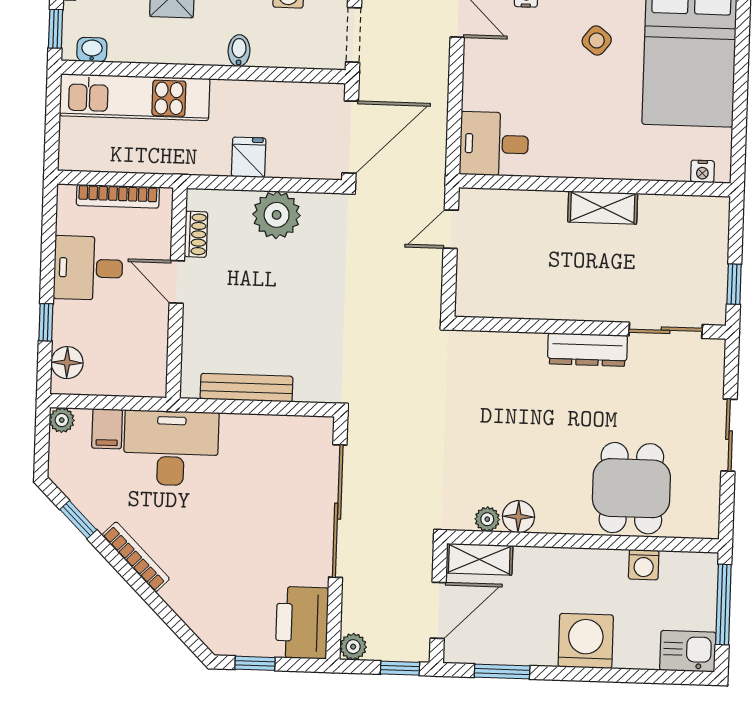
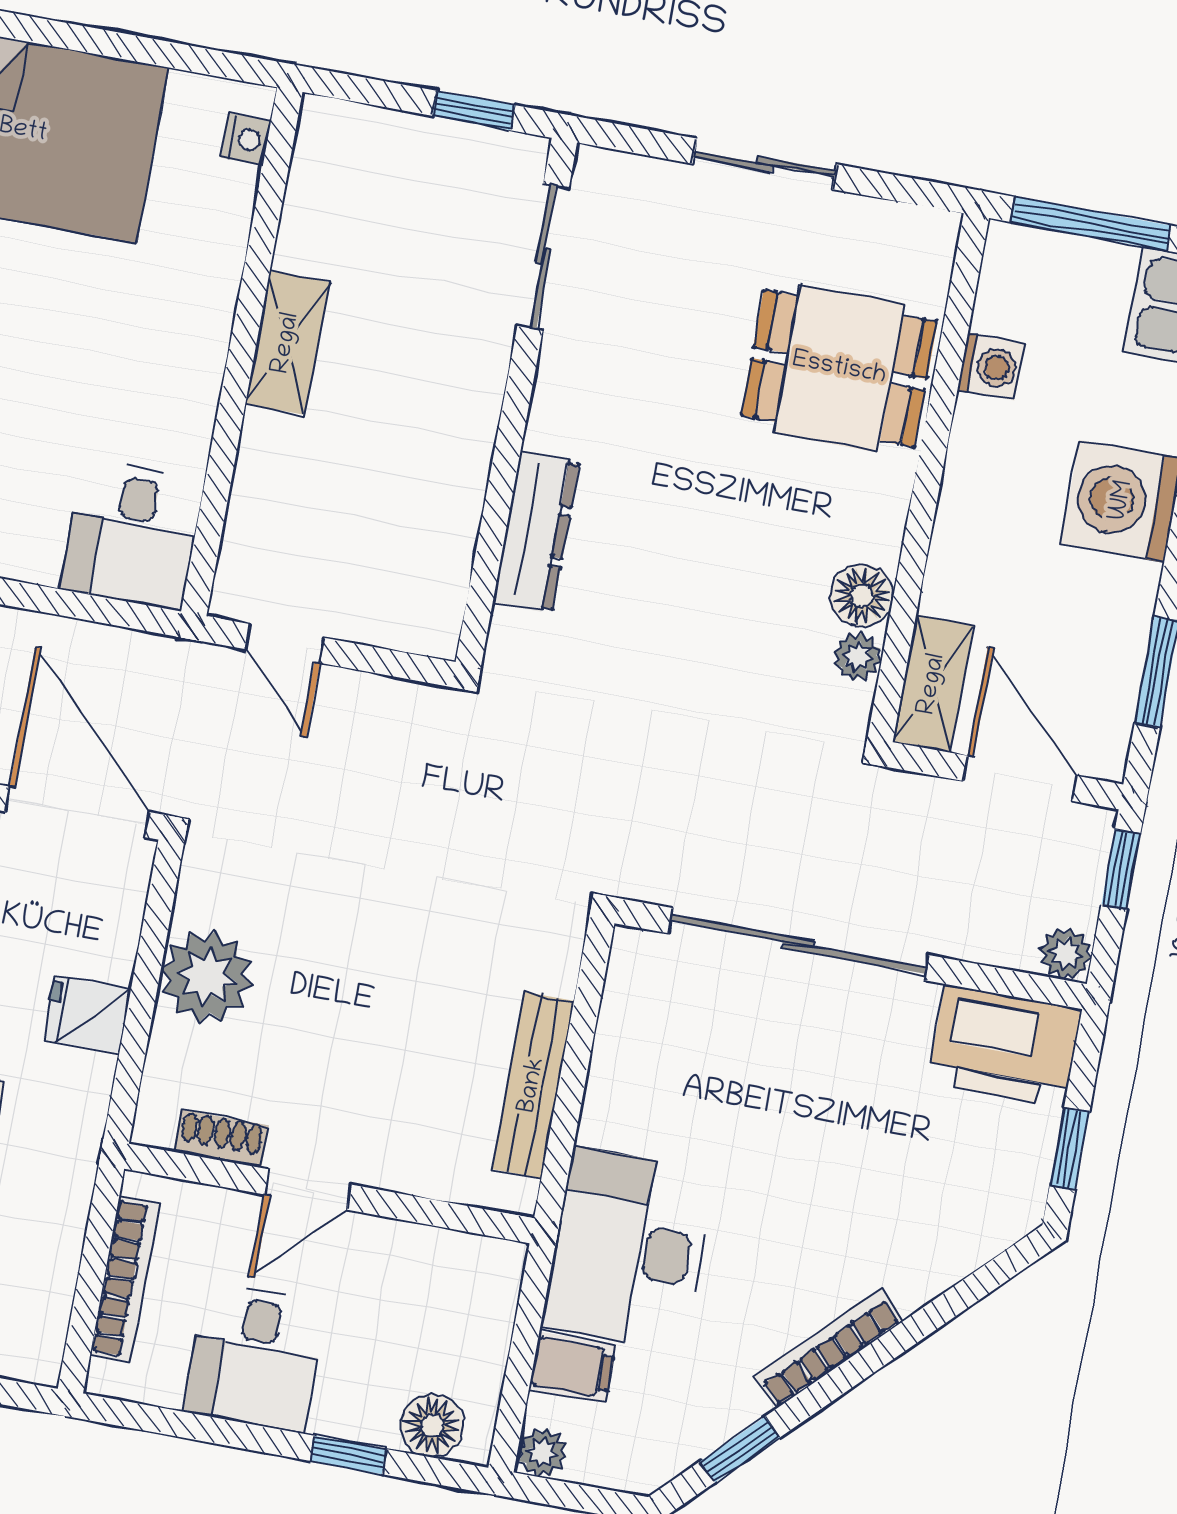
dresser: (587, 350) -> (536, 532), moved

